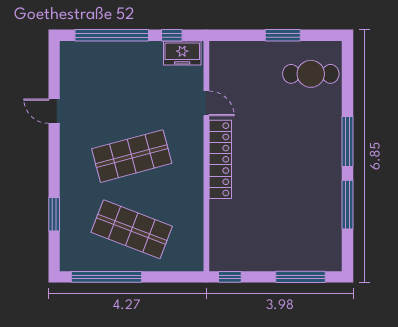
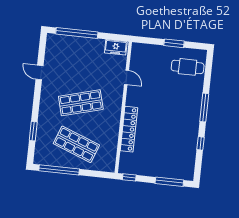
window: (172, 35) -> (111, 37), removed
locker: (220, 159) -> (129, 129), moved
window: (348, 205) -> (200, 143), width x0.46

